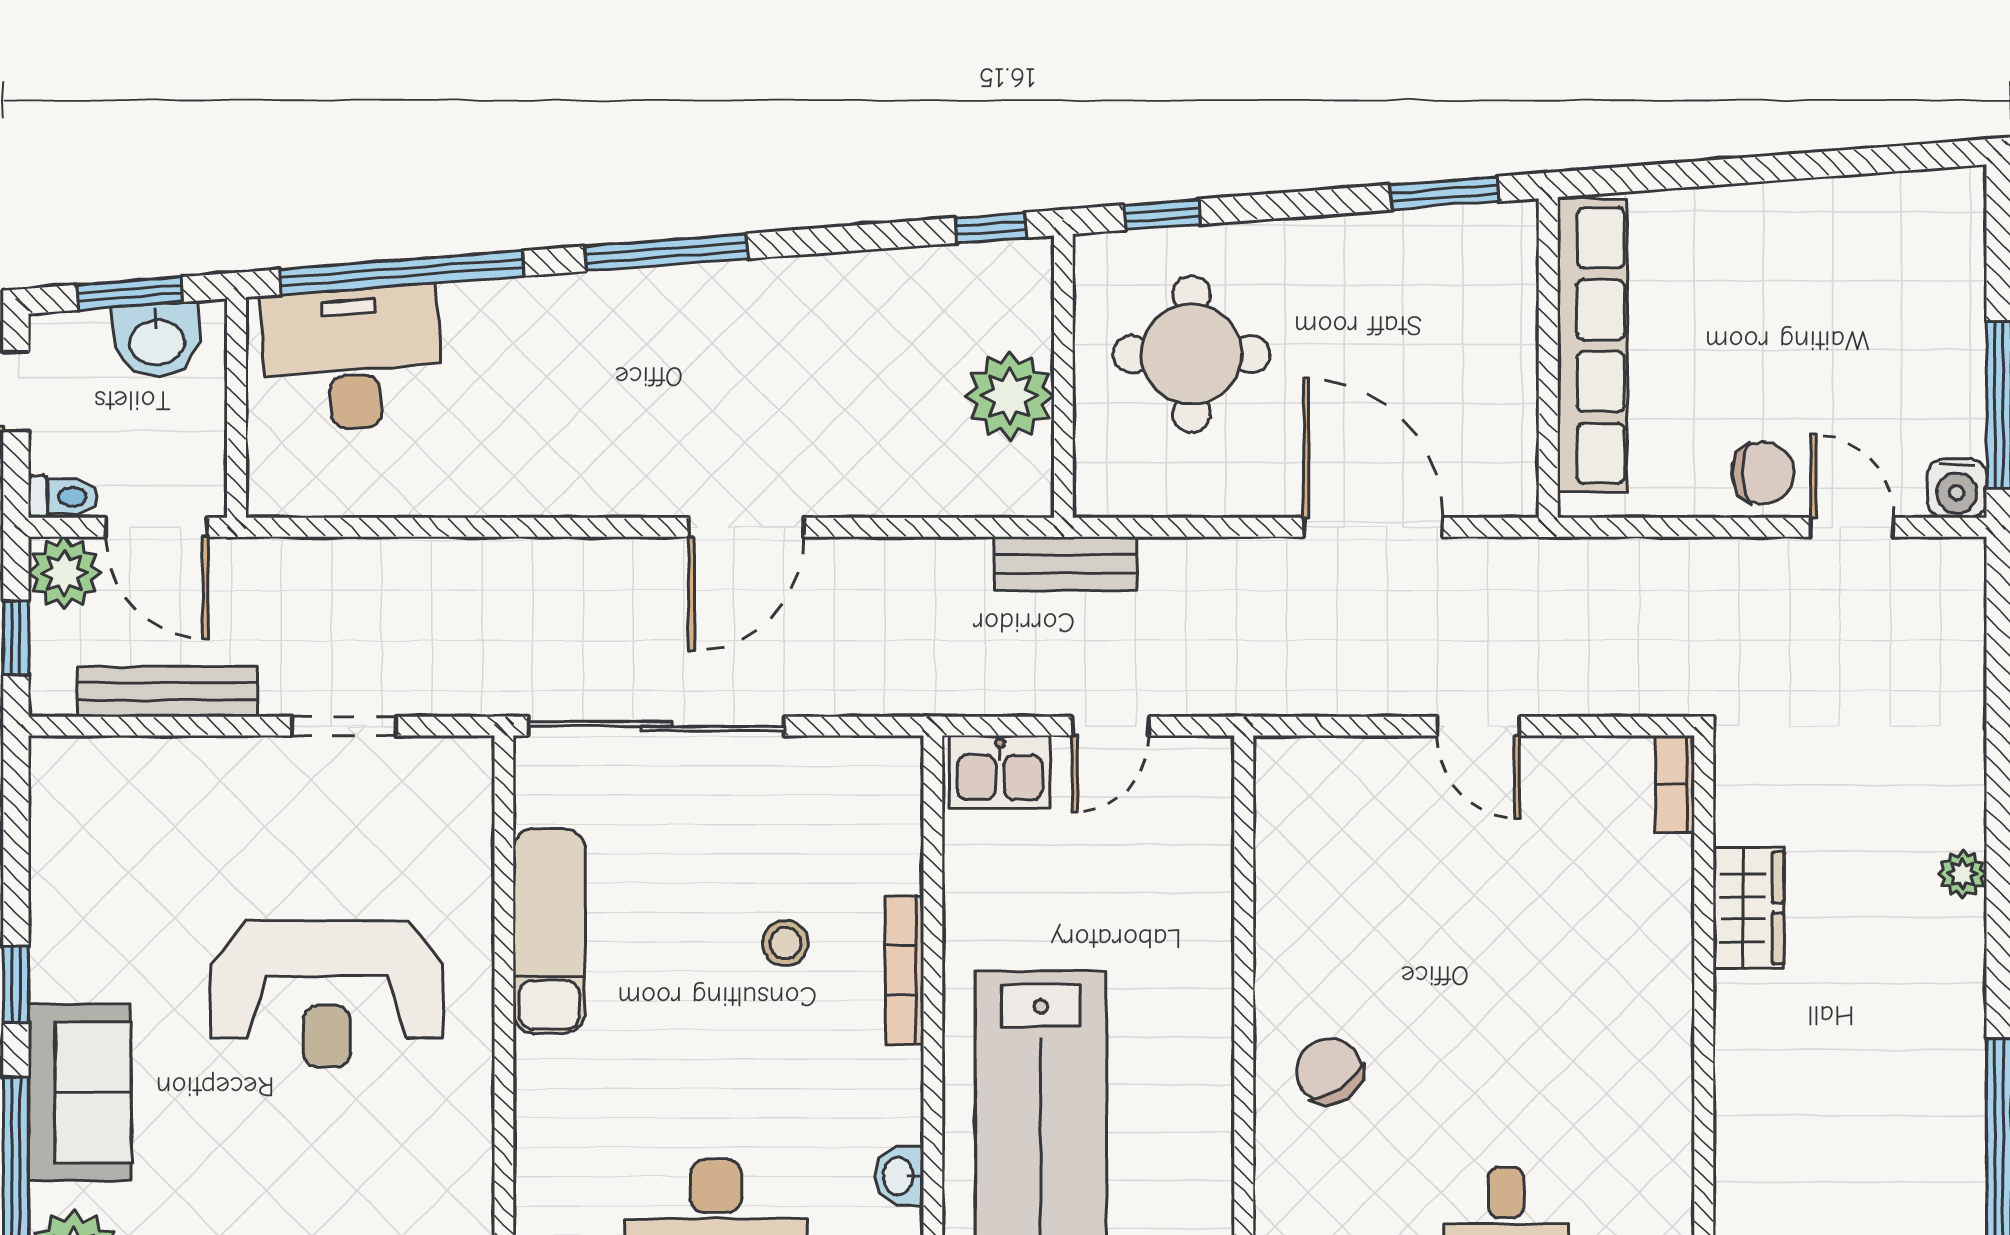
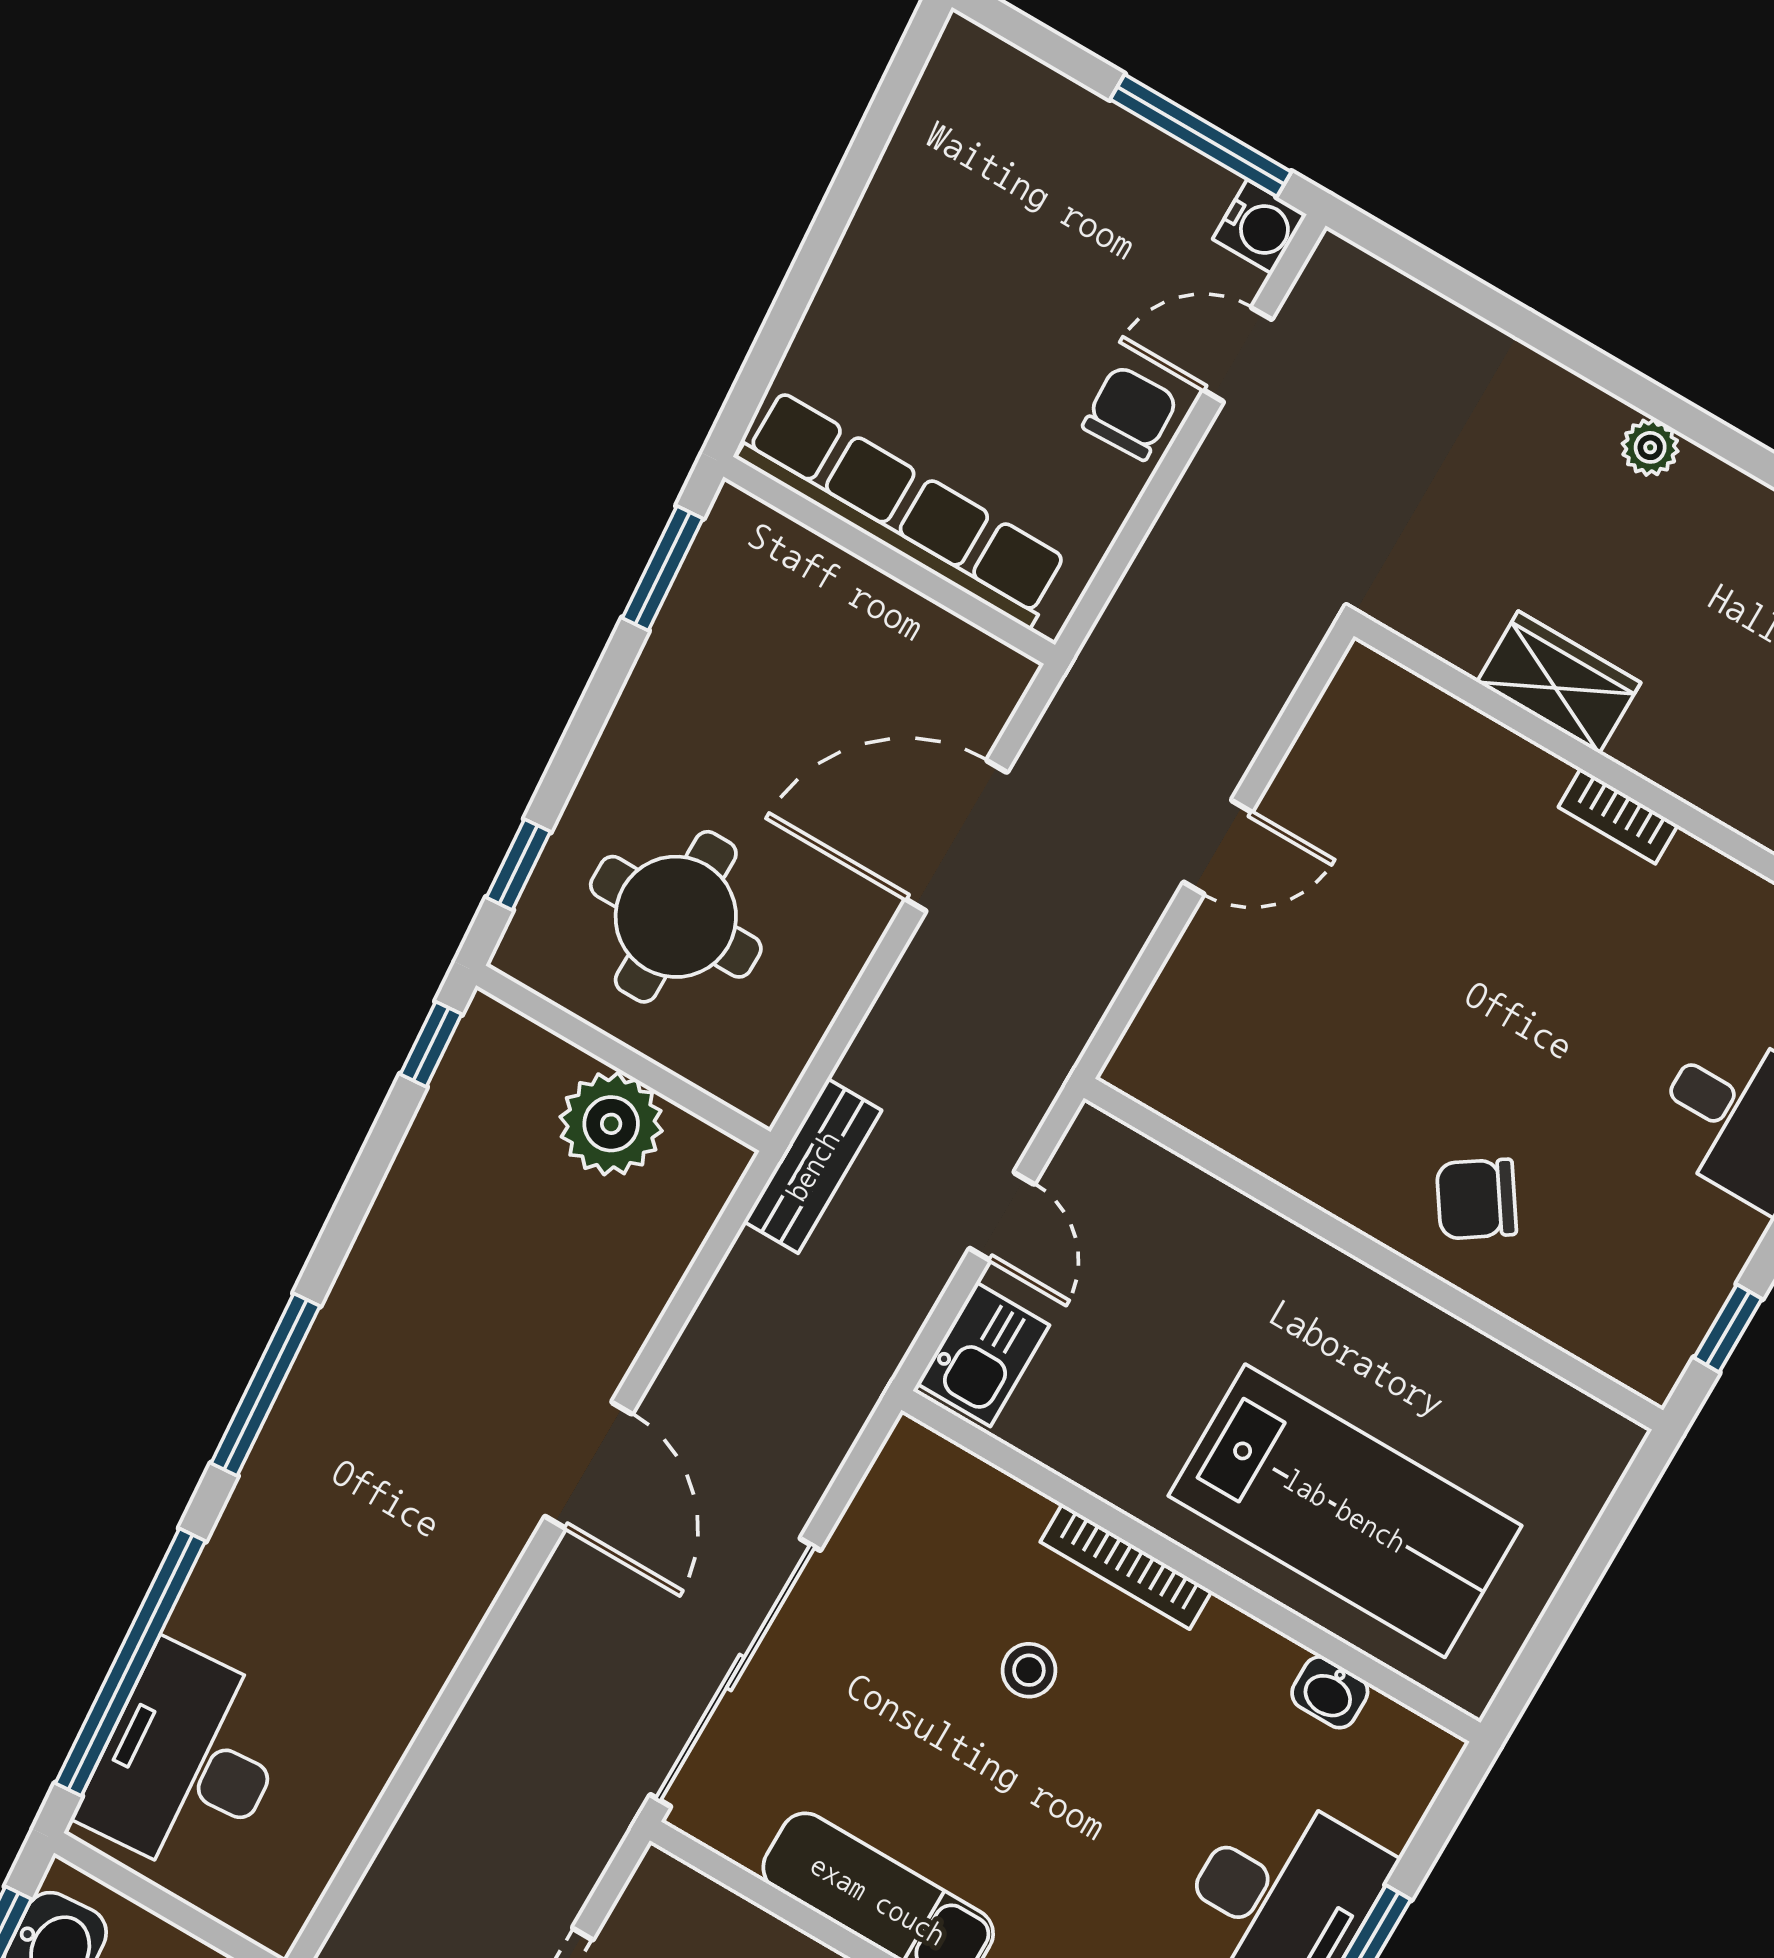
bookcase: (1675, 784) -> (1618, 816), moved

